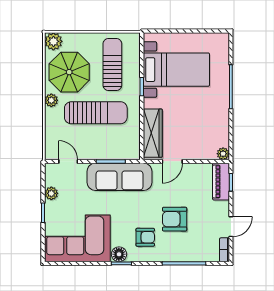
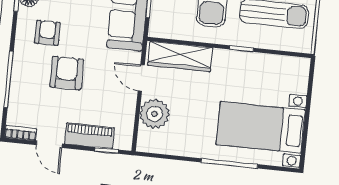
bed with nightstands: (176, 70) -> (261, 127), moved, turned 90
plant: (223, 154) -> (155, 114), moved, width x1.88, depth x1.88
piano: (221, 182) -> (89, 136), moved
armchair: (145, 237) -> (47, 33), turned 180

